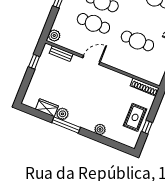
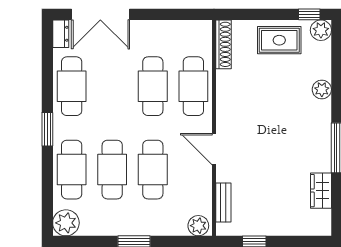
cafe table: (129, 62) -> (193, 86), added
plant: (62, 114) -> (321, 30), moved
window: (147, 127) -> (309, 14), moved

